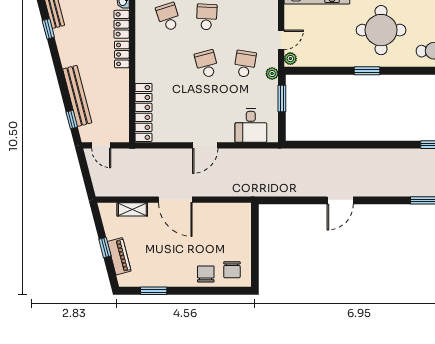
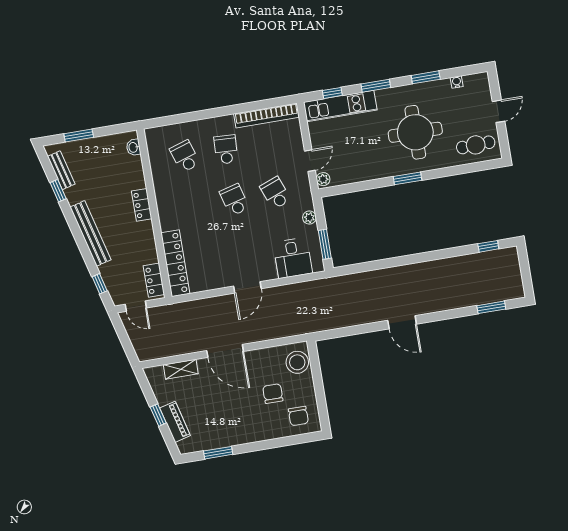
locker: (122, 24) -> (154, 280), moved
school desk: (245, 64) -> (275, 193), turned -30
plant: (272, 74) -> (309, 218), moved
bench: (77, 96) -> (91, 233), moved
window: (282, 99) -> (325, 244), moved
door: (340, 200) -> (402, 322), hinge flipped
stool: (239, 221) -> (297, 362), added
chair: (206, 274) -> (273, 394), moved

